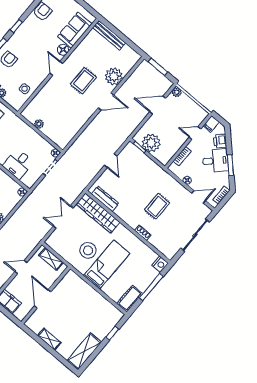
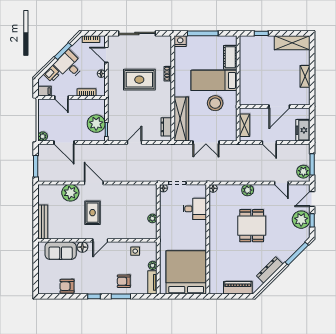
rug: (83, 81) -> (92, 213), turned 90
dresser: (105, 199) -> (166, 127), width x0.70
rug: (157, 206) -> (139, 80), width x1.36, depth x1.43
cot: (130, 299) -> (230, 57), moved, turned 90

